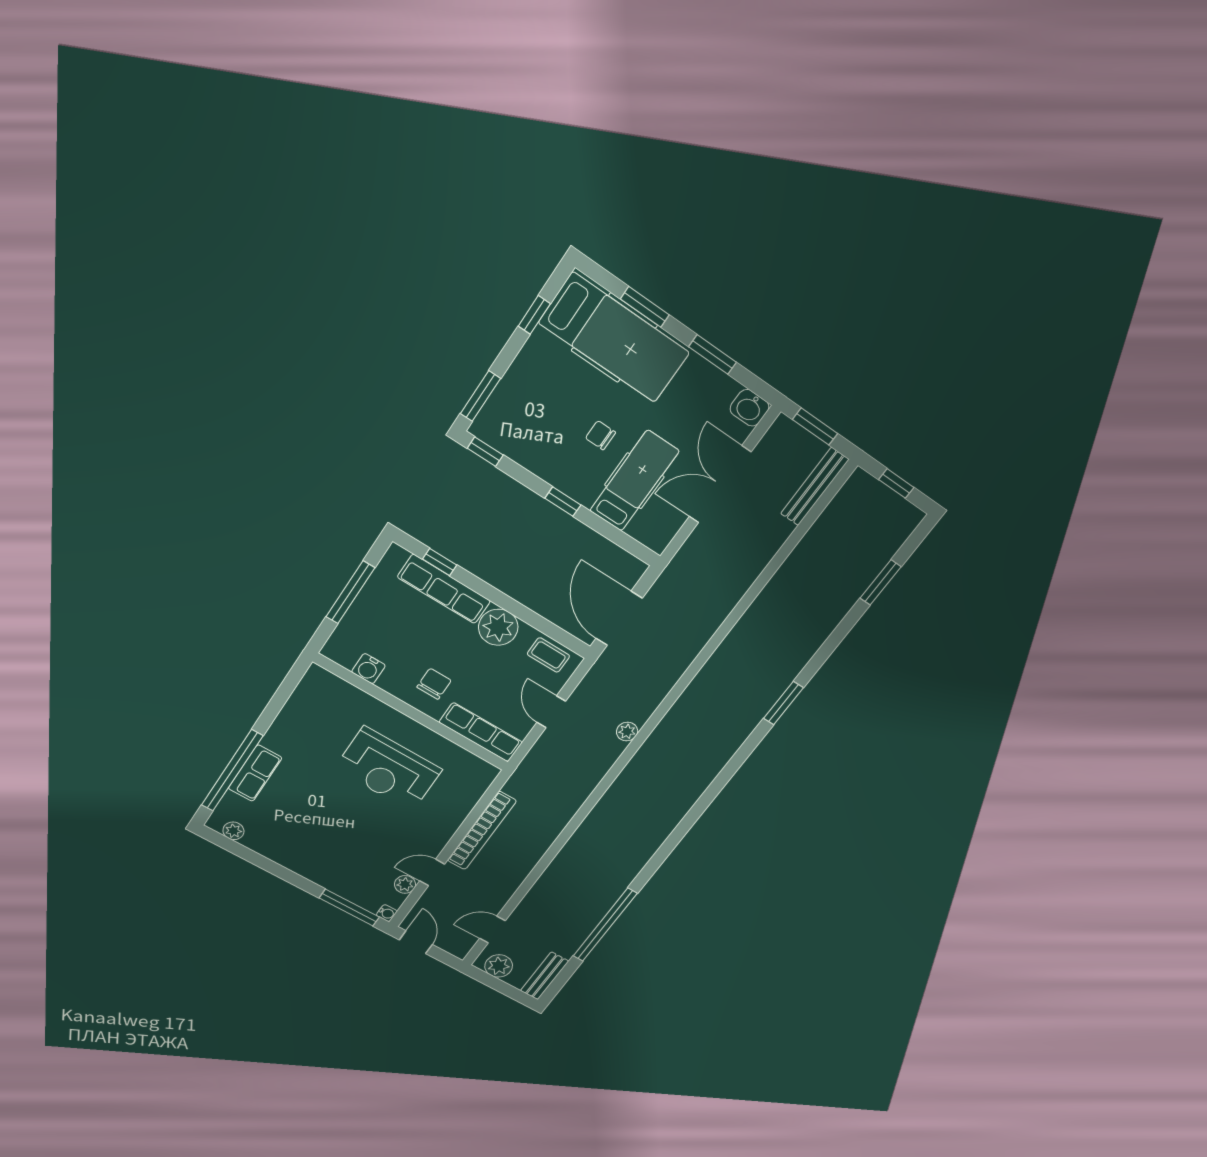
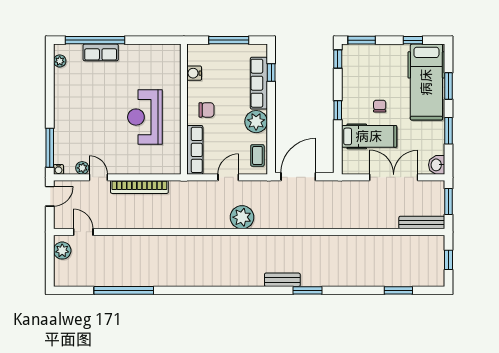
plant: (627, 732) -> (242, 217), width x1.88, depth x1.88
bench: (544, 976) -> (282, 280), moved

